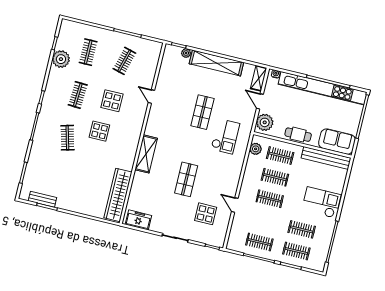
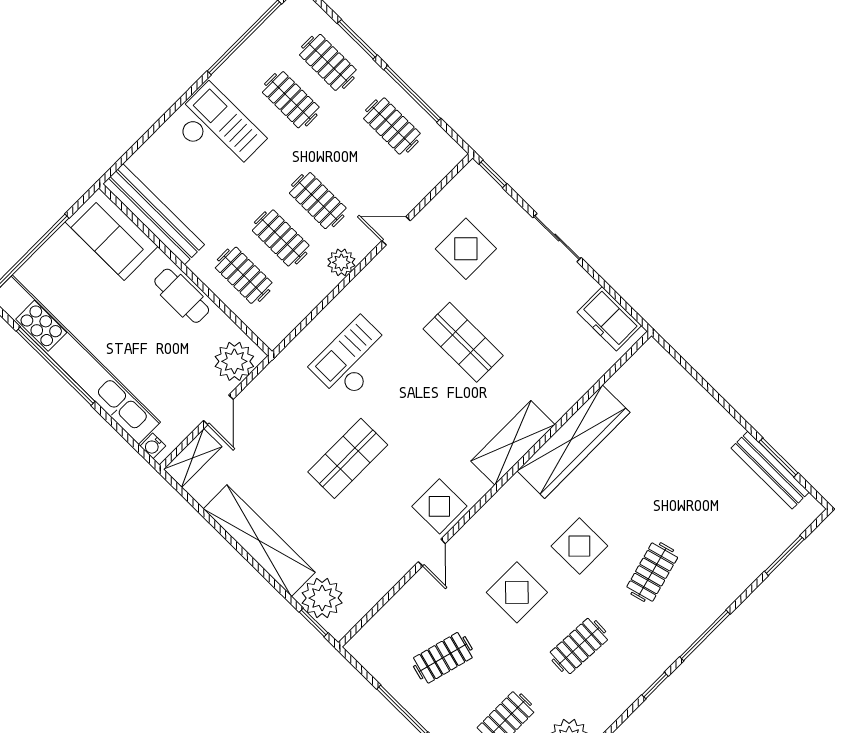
plant: (186, 53) -> (322, 598), width x1.87, depth x1.87
display table: (159, 115) -> (439, 506), added
checkout: (225, 136) -> (353, 359), moved
plant: (256, 149) -> (341, 262), moved
shop shelf: (186, 179) -> (463, 342), turned 90
wardrobe: (118, 195) -> (573, 442), moved
bench: (42, 199) -> (770, 470), width x1.36
checkout: (321, 202) -> (218, 130), turned 180
door: (235, 205) -> (396, 231), swing flipped

